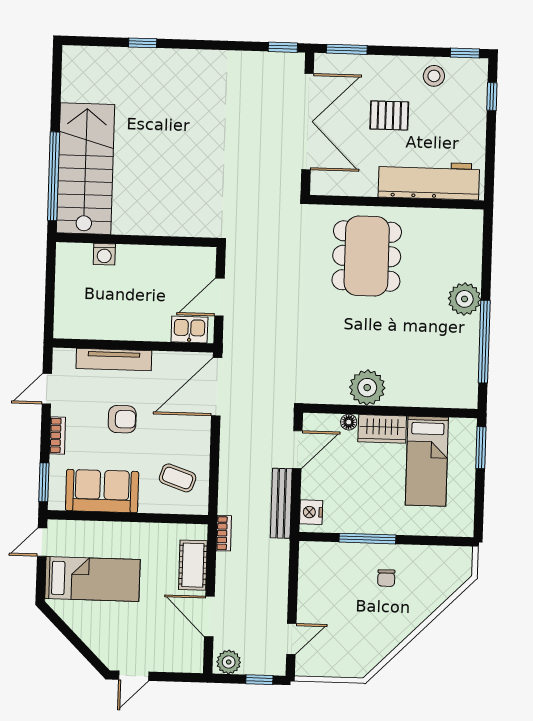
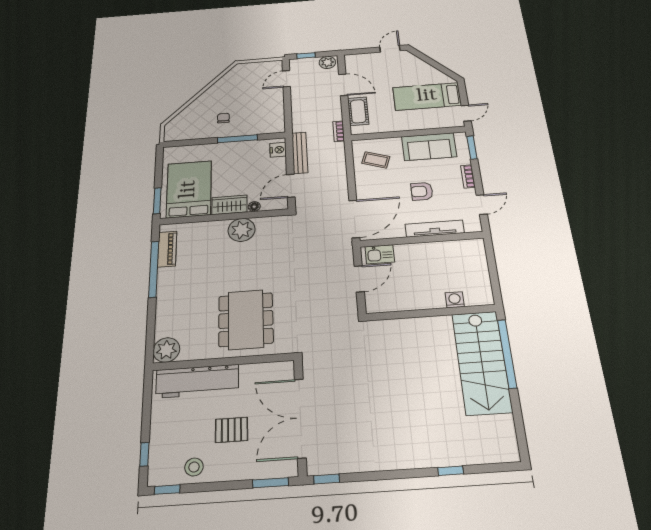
plant: (465, 299) -> (166, 350), moved
piano: (467, 370) -> (167, 249), added
bed: (427, 461) -> (189, 189), width x1.50

